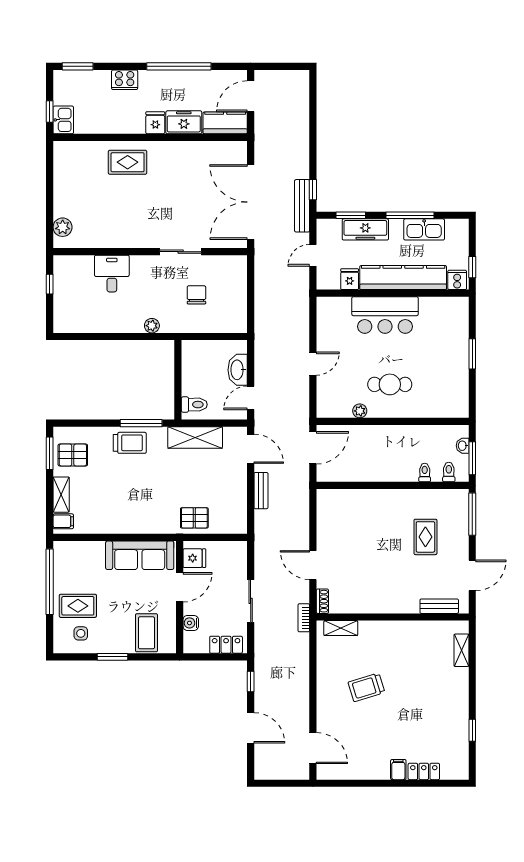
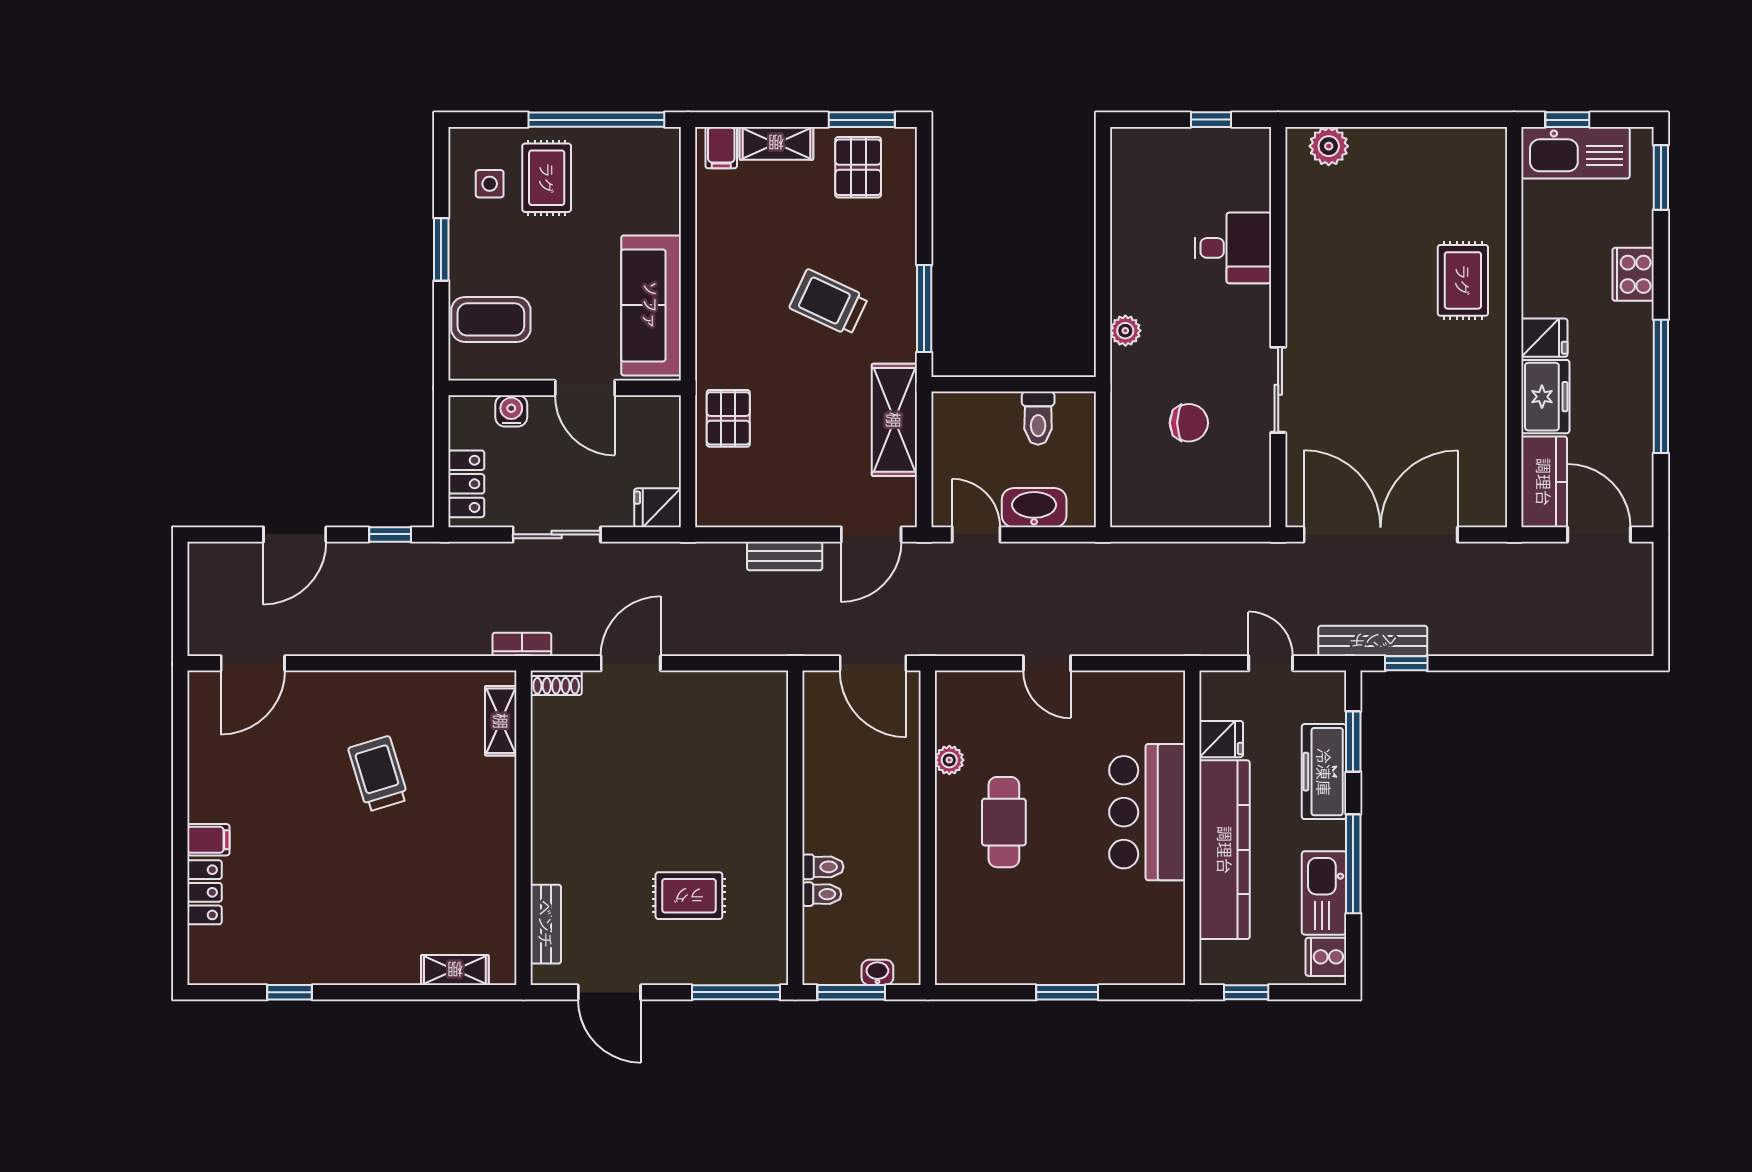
kitchen sink: (63, 120) -> (1575, 153), width x1.87, depth x1.24
cooker: (457, 280) -> (1326, 957), moved, turned 180
toilet: (194, 405) -> (1038, 418), moved
trolley: (130, 443) -> (829, 302), moved, turned 115
toilet: (449, 472) -> (823, 867), moved
fridge: (194, 558) -> (658, 508), moved, turned 90

